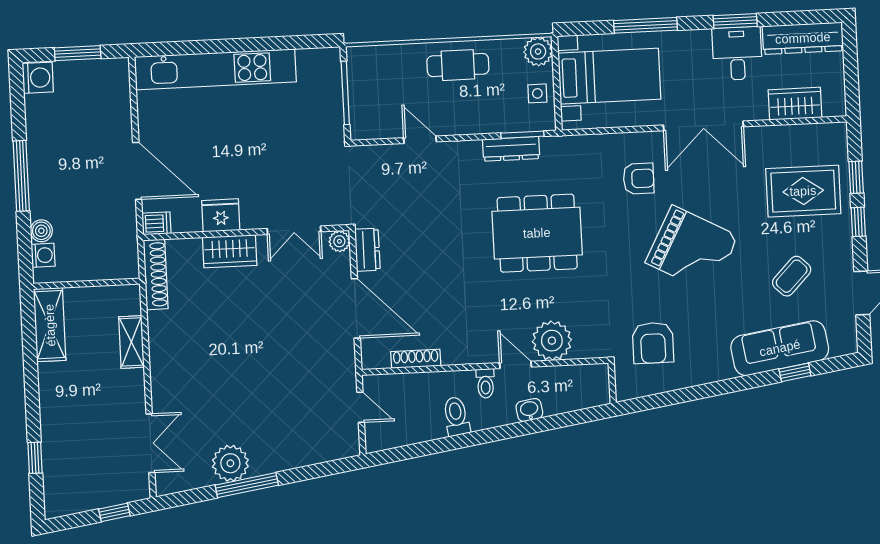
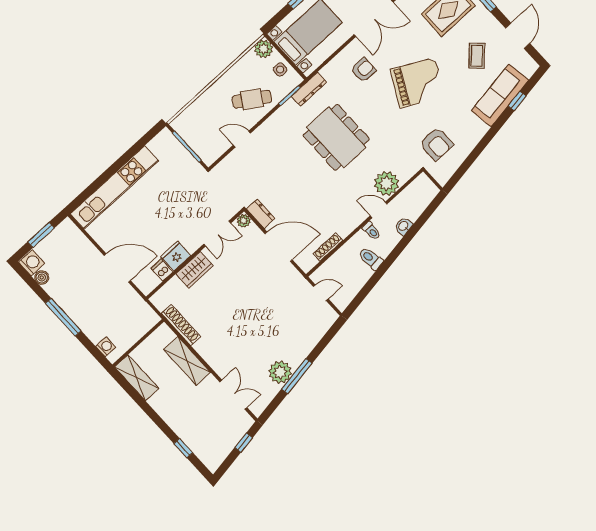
cafe table: (458, 65) -> (252, 99), moved, turned 33
dresser: (511, 149) -> (309, 89), moved
dishwasher: (156, 223) -> (162, 270), moved, turned -90
boiler: (41, 231) -> (42, 277), moved
dining table: (537, 233) -> (336, 137), turned 90
shoe rack: (156, 274) -> (181, 325), moved
shelving: (131, 342) -> (187, 361), width x1.50, depth x1.33

